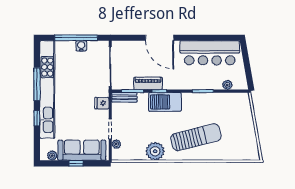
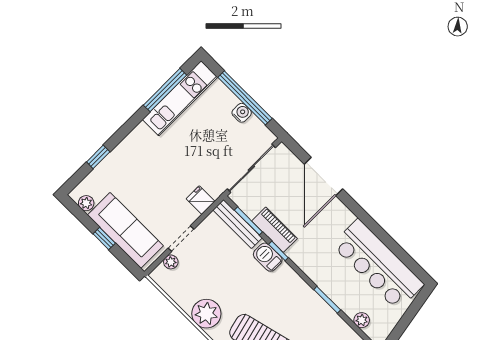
door: (160, 38) -> (324, 176), moved
window: (37, 84) -> (165, 90), moved
kitchen unit: (47, 90) -> (180, 98), width x0.54
bench: (124, 97) -> (237, 224), width x1.36
barbecue: (165, 102) -> (268, 257), width x0.53, depth x0.65
window: (37, 118) -> (98, 157), moved

